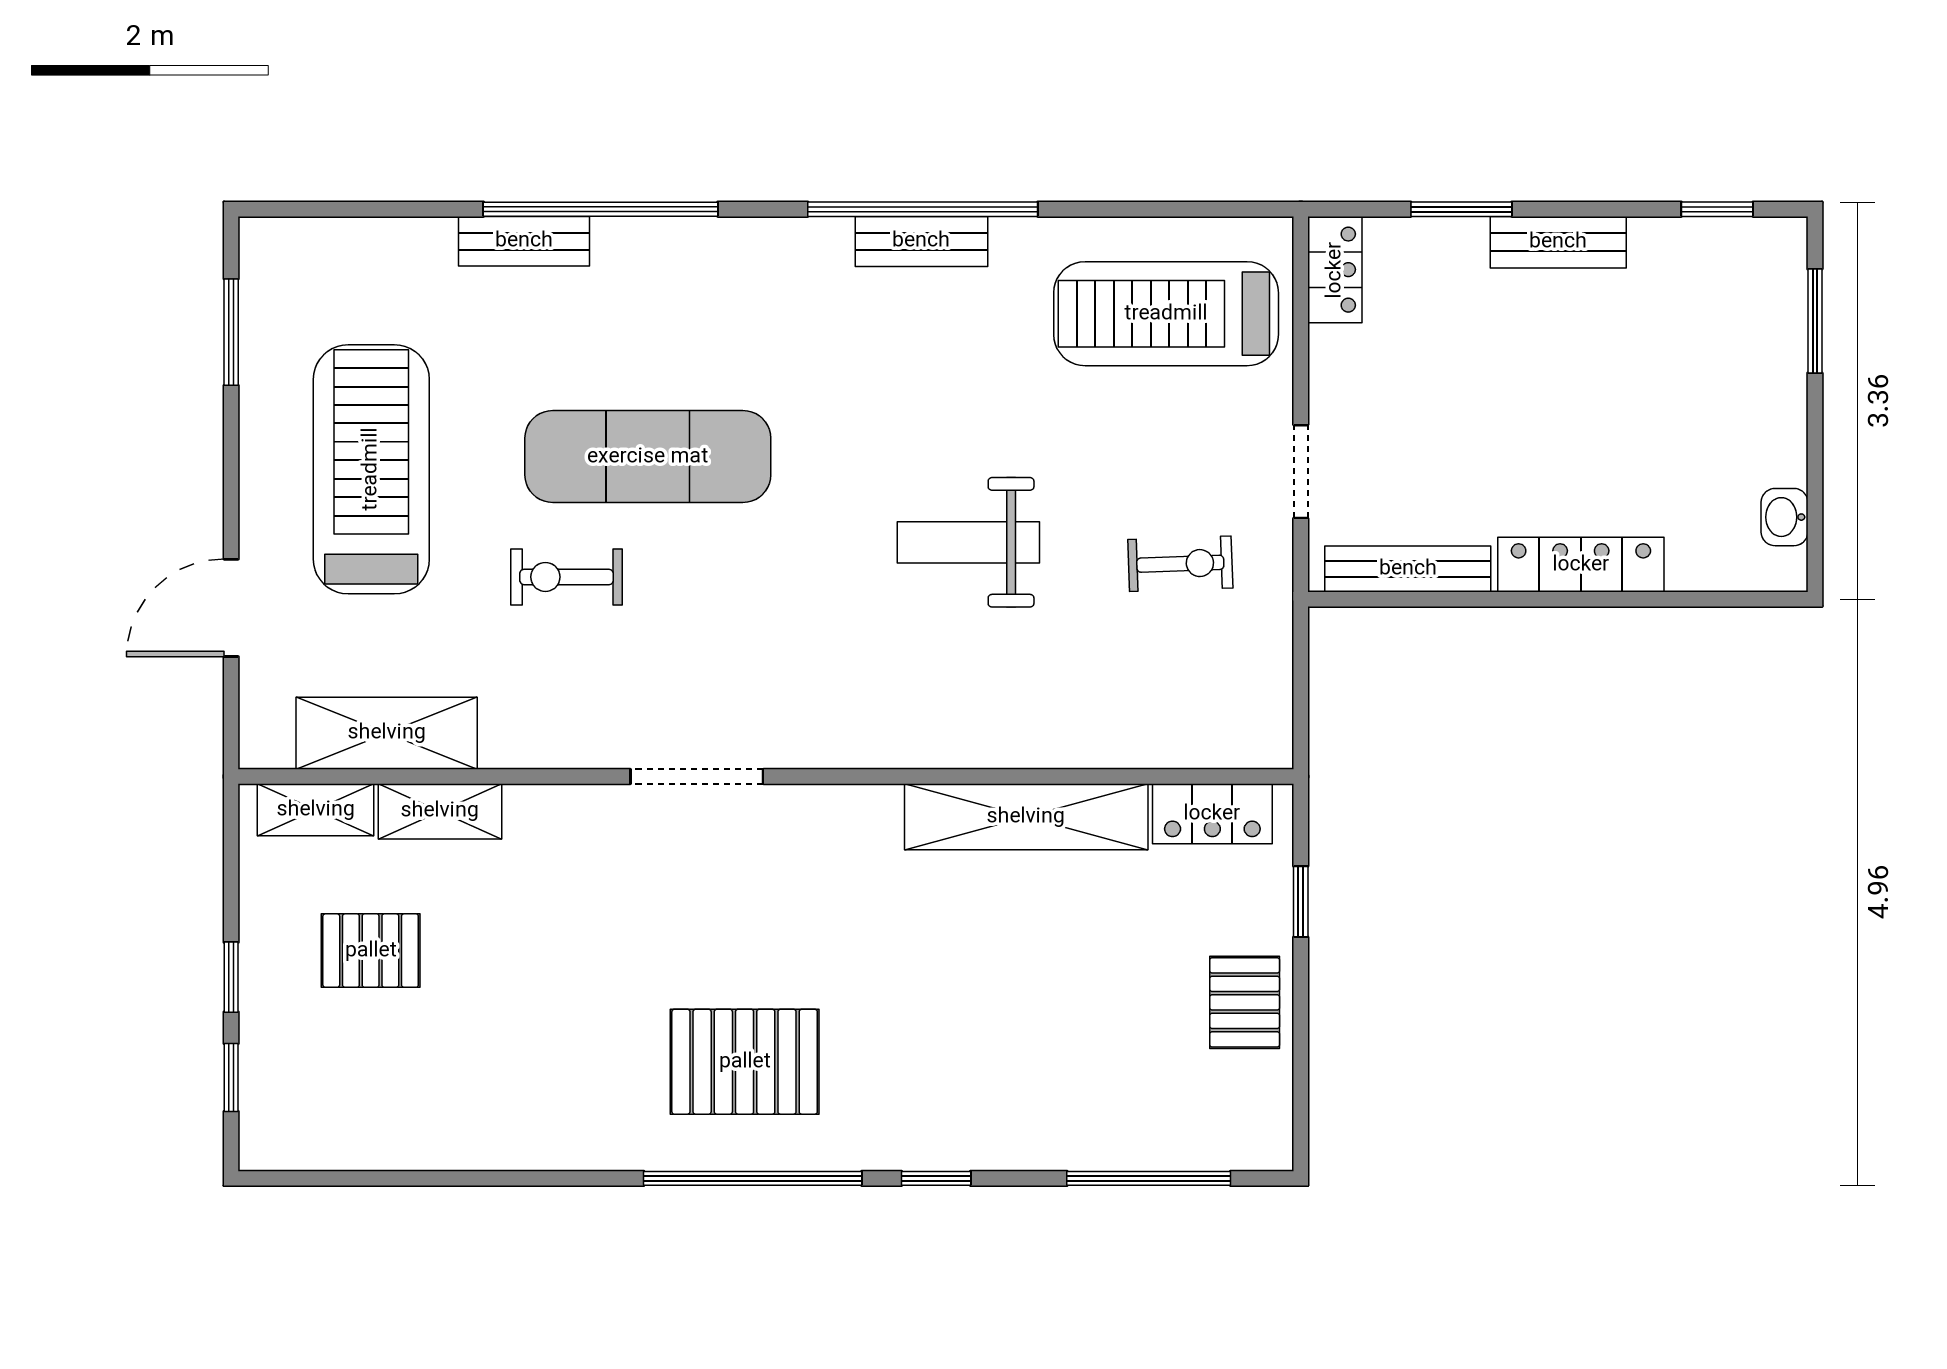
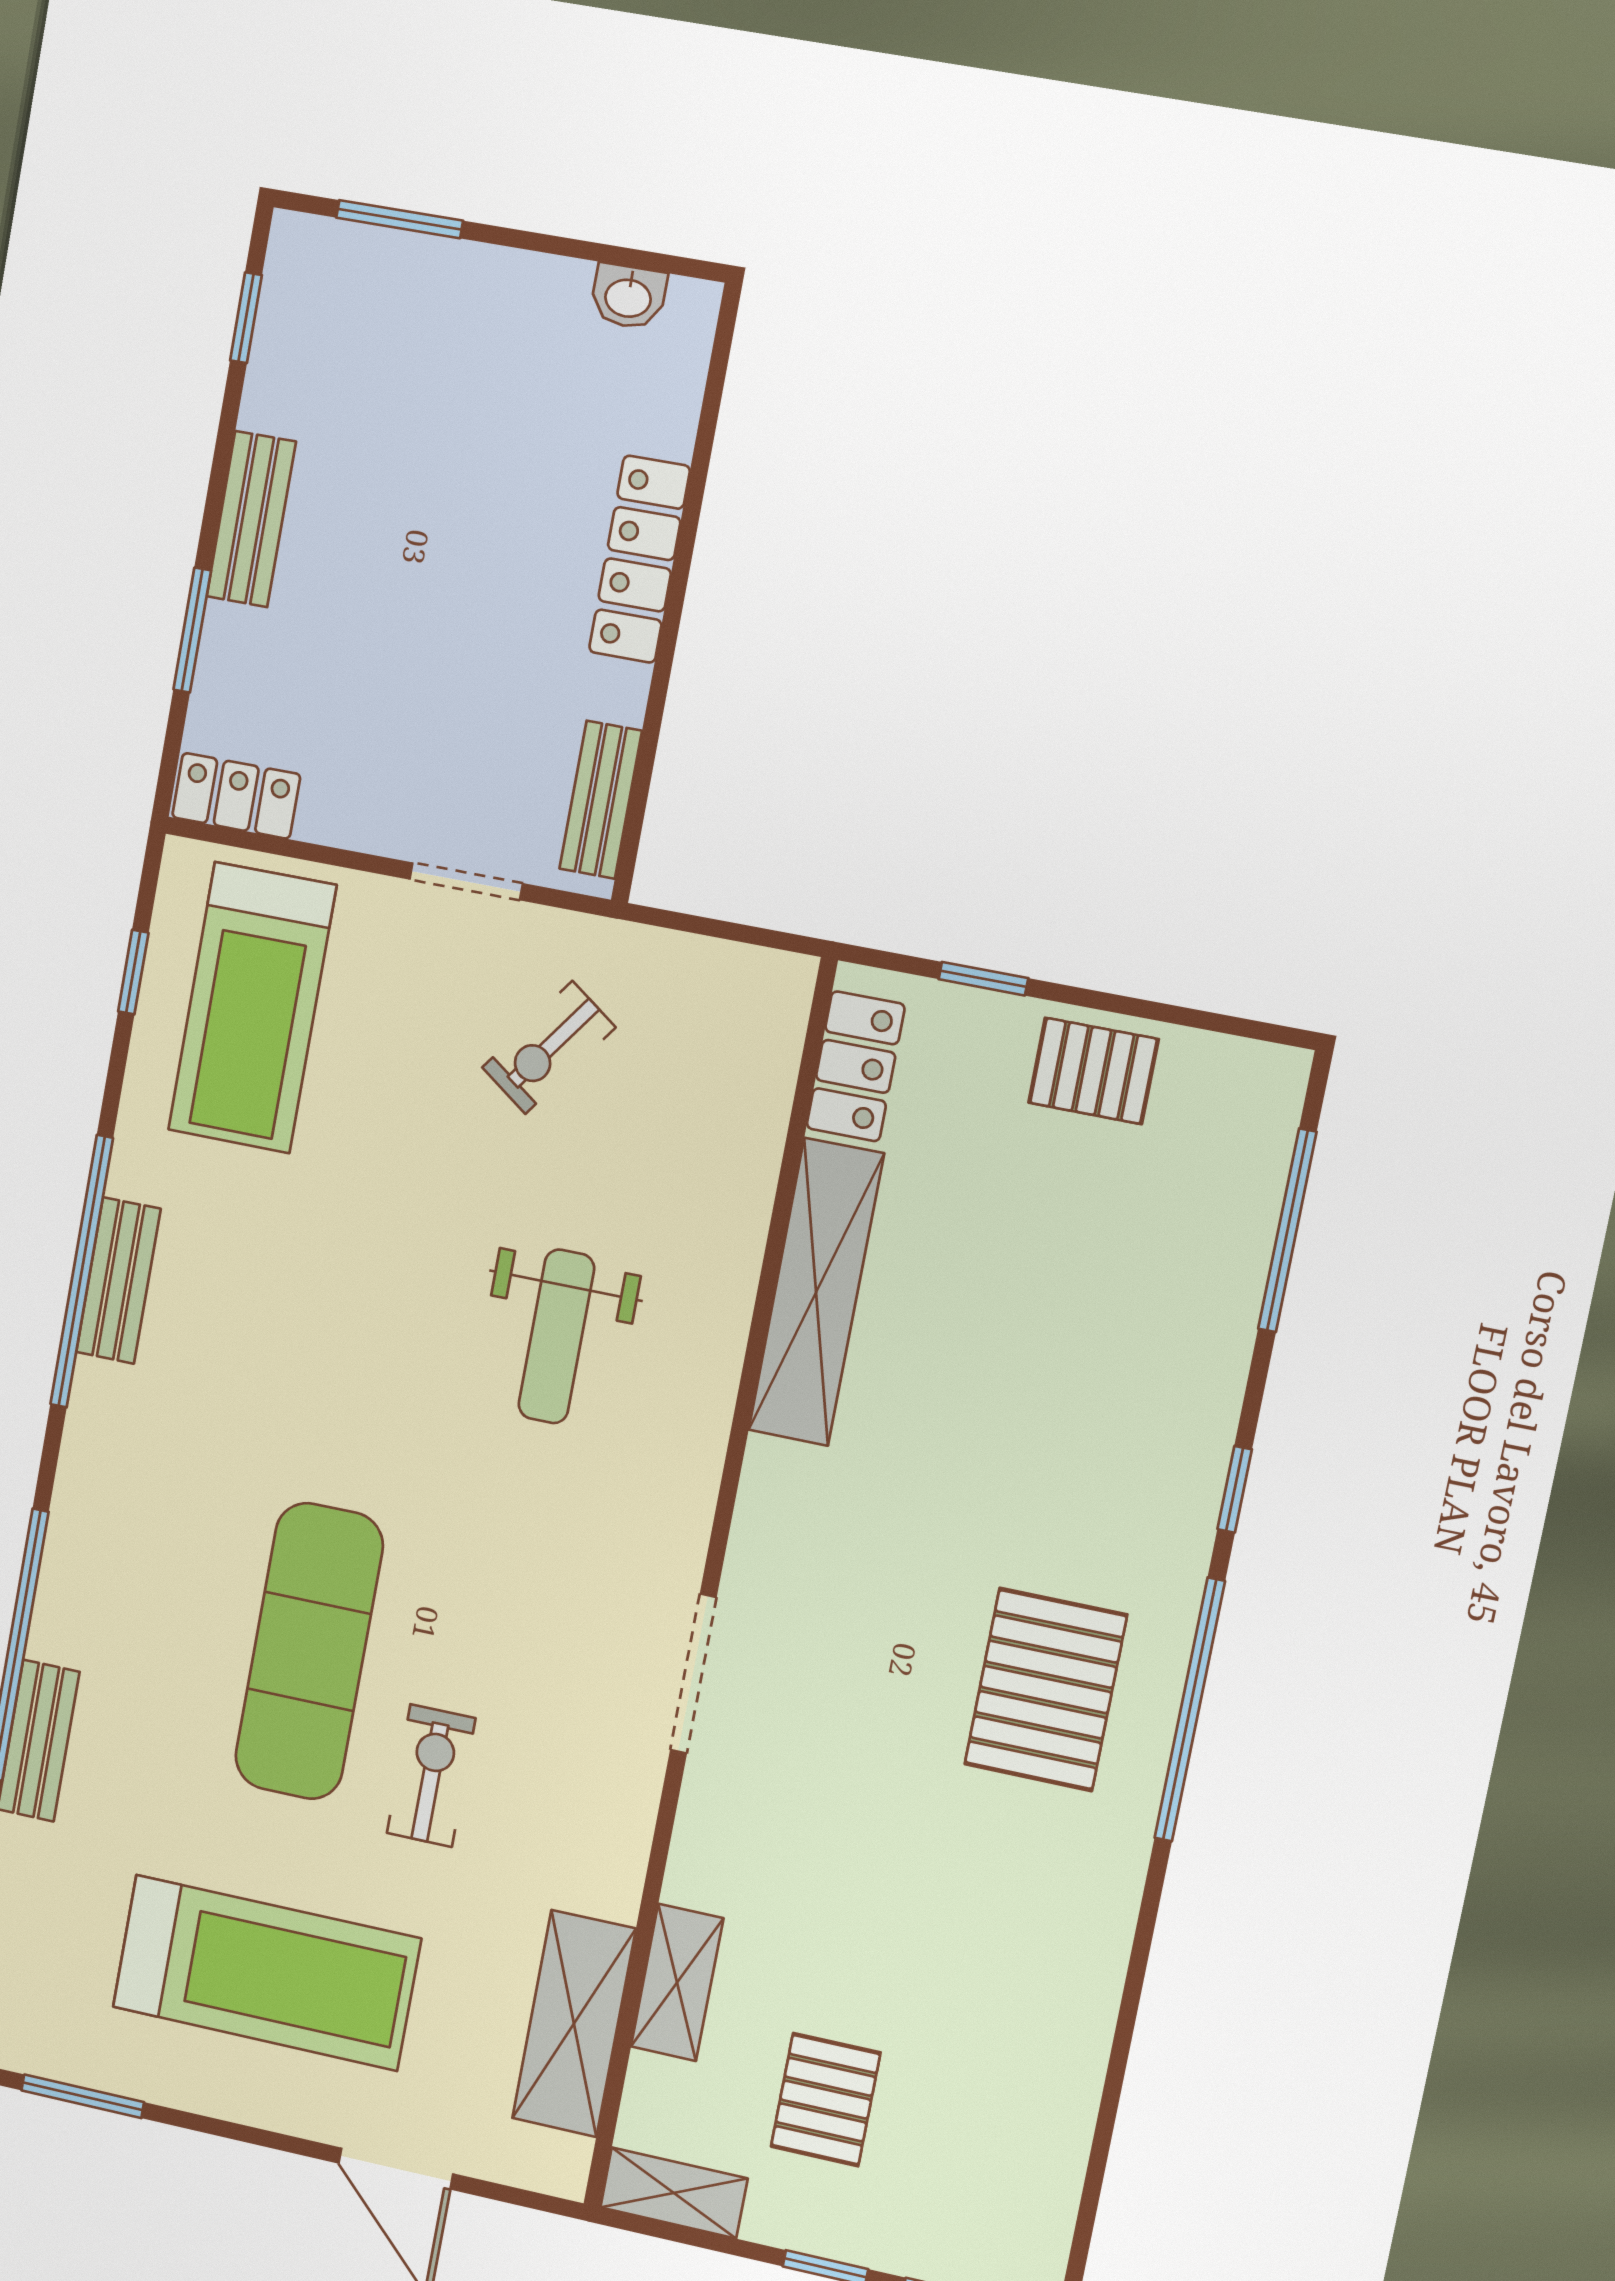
window: (1176, 209) -> (133, 972), added
treadmill: (371, 469) -> (266, 1973), turned 180
weight bench: (968, 542) -> (556, 1336), moved
exercise bike: (1180, 564) -> (549, 1048), turned -142
bench: (1408, 569) -> (601, 800), width x0.73
exercise bike: (567, 577) -> (431, 1776), turned 180
shelving: (316, 810) -> (674, 2193), moved, turned 90

